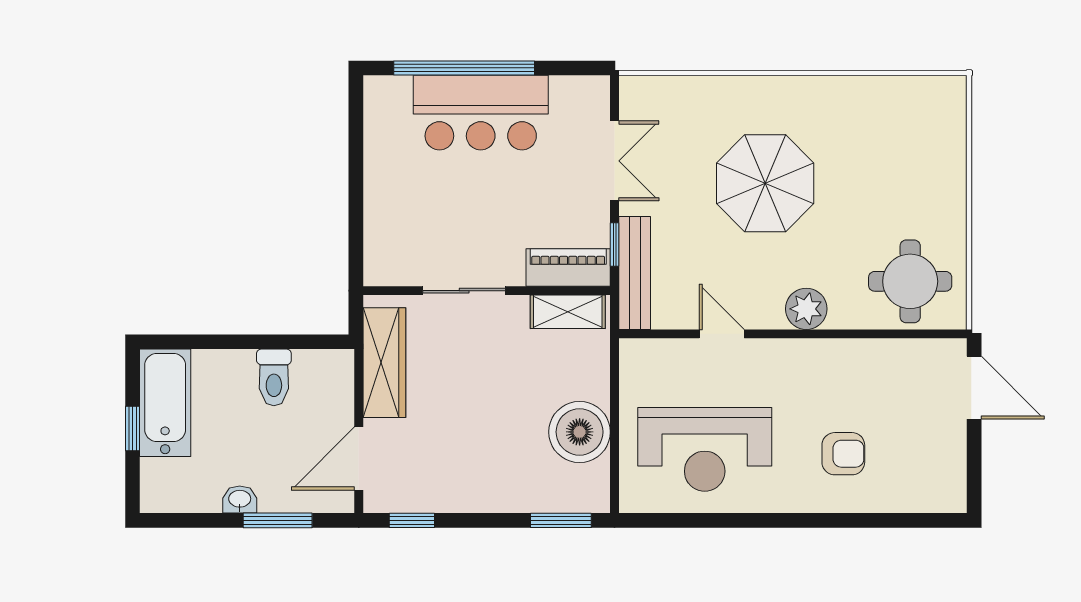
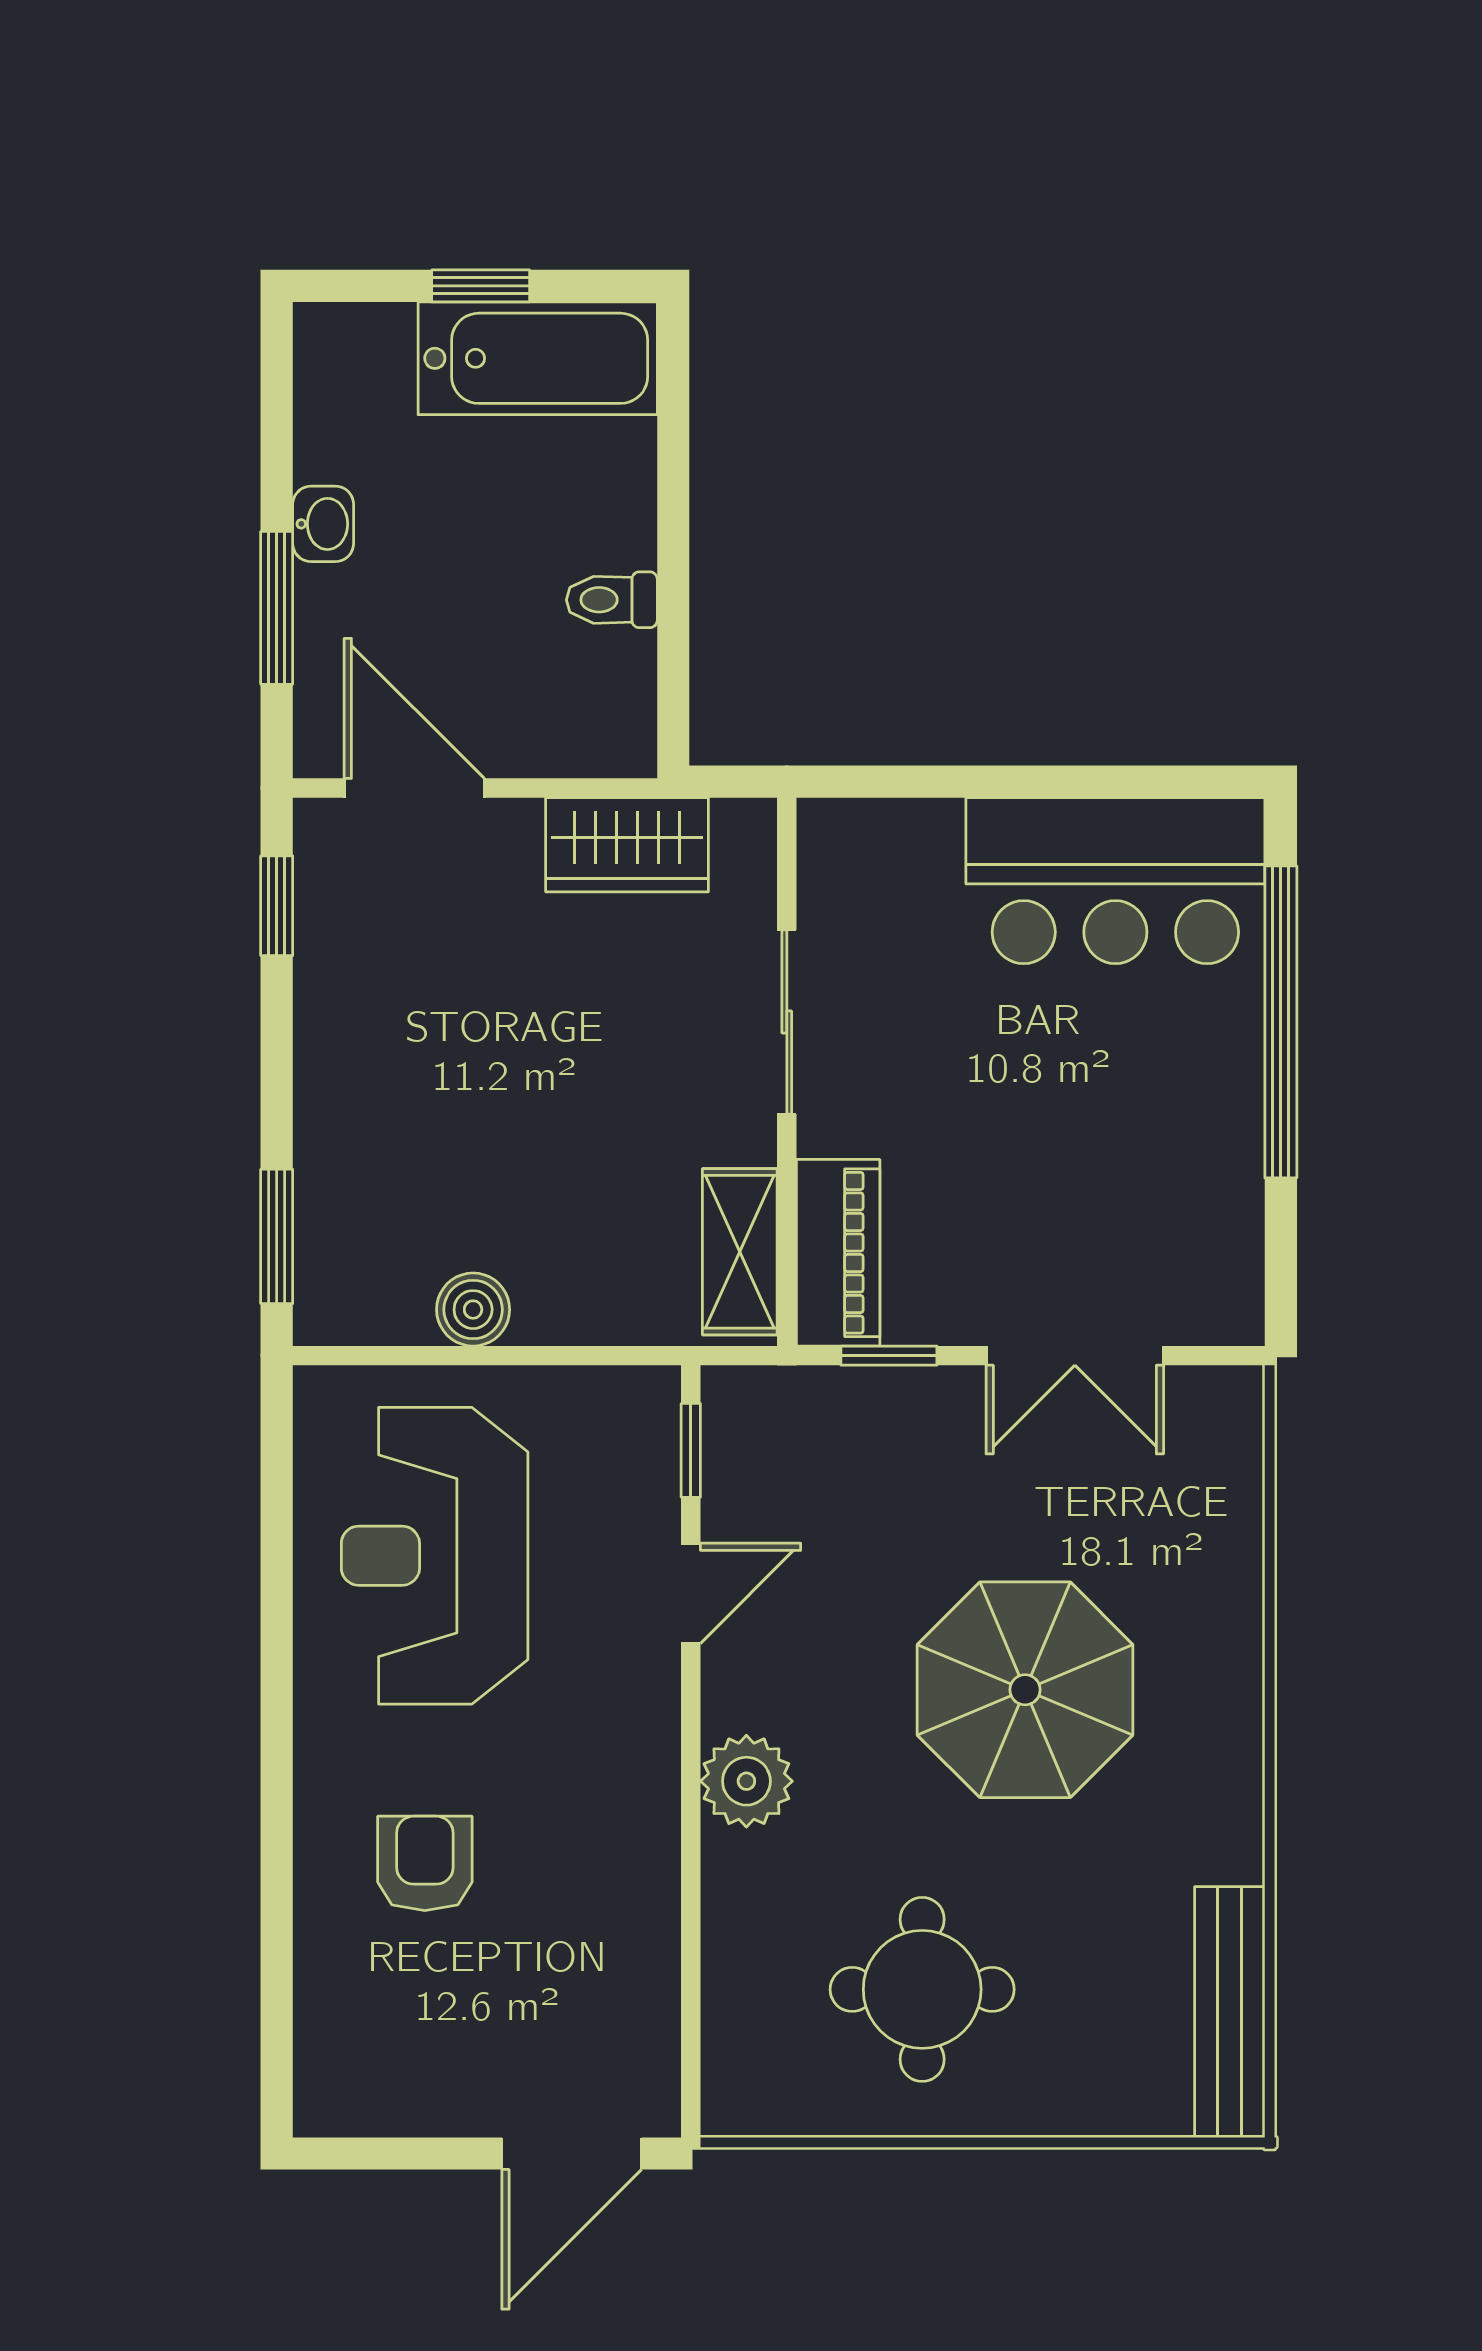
bar counter: (481, 113) -> (1115, 881), moved, turned -90
bench: (635, 273) -> (1230, 2012), moved, turned 90
round table: (910, 281) -> (922, 1989), moved
window: (657, 334) -> (691, 1450), added
wardrobe: (384, 363) -> (627, 845), width x0.67
toilet: (274, 377) -> (612, 600), width x0.73, depth x0.72
boiler: (580, 432) -> (473, 1310), width x0.54, depth x0.54
armchair: (843, 454) -> (425, 1863), turned 180

